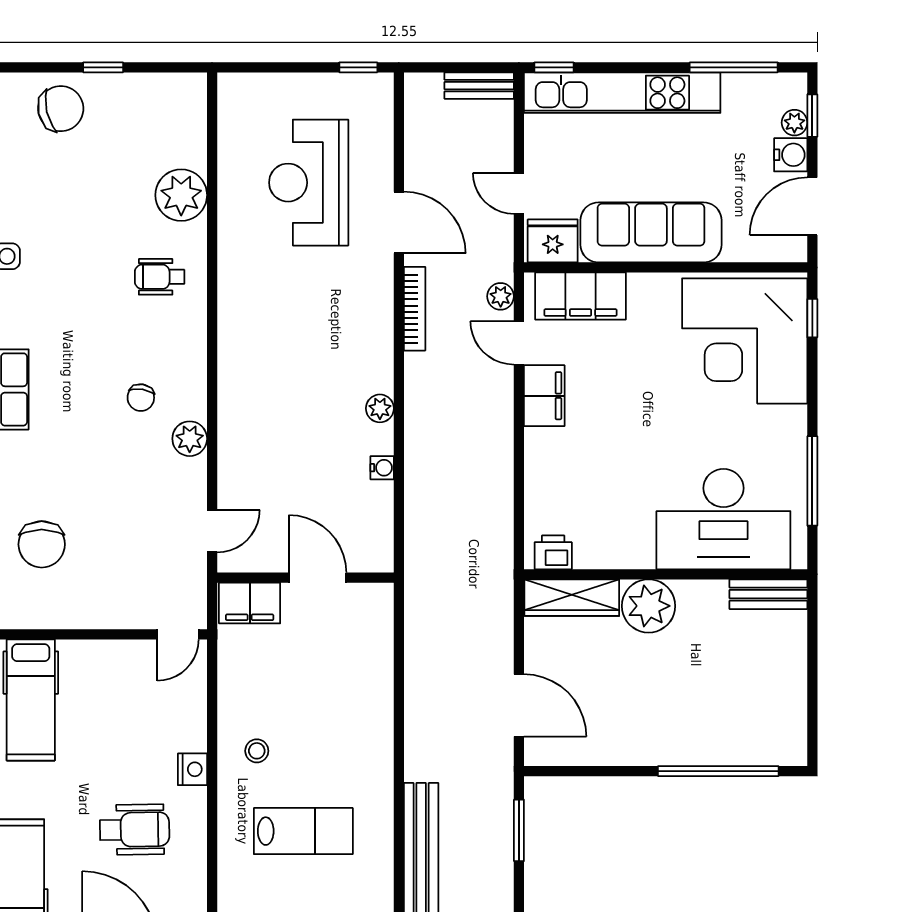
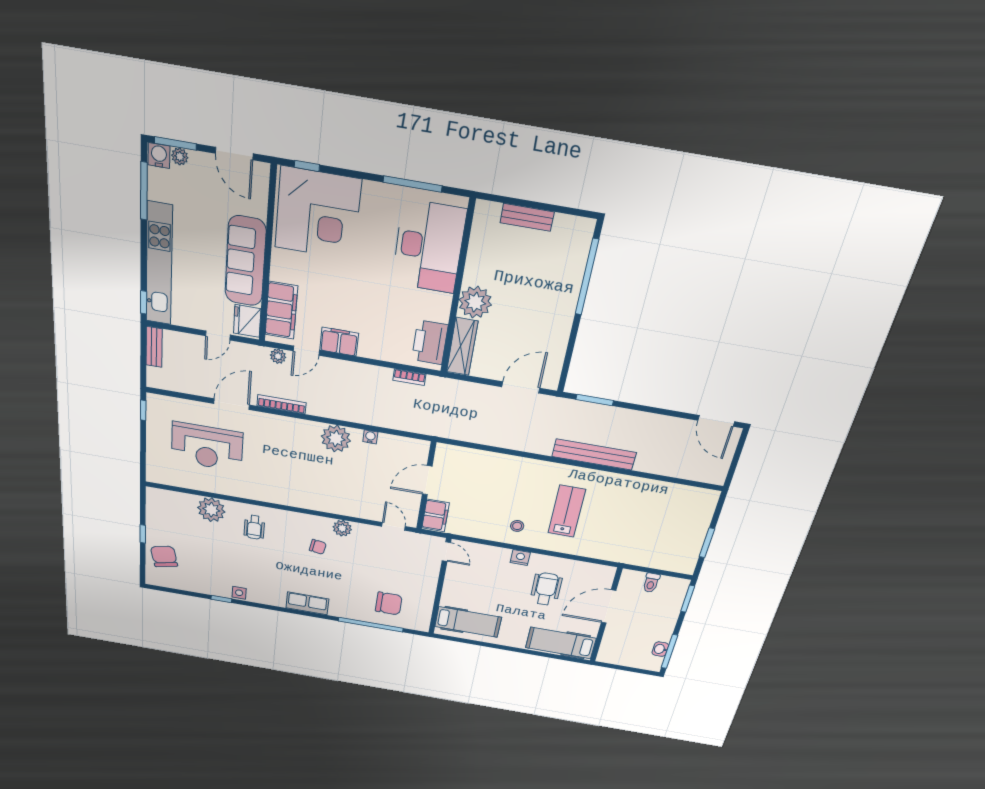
window: (812, 116) -> (175, 143), width x1.50
water cooler: (791, 155) -> (159, 155), moved
plant: (380, 408) -> (336, 439), width x1.88, depth x1.88
bookcase: (503, 519) -> (409, 377), added
printer: (553, 552) -> (430, 342), width x1.87, depth x1.48
bench: (768, 594) -> (527, 217), moved, turned 90

